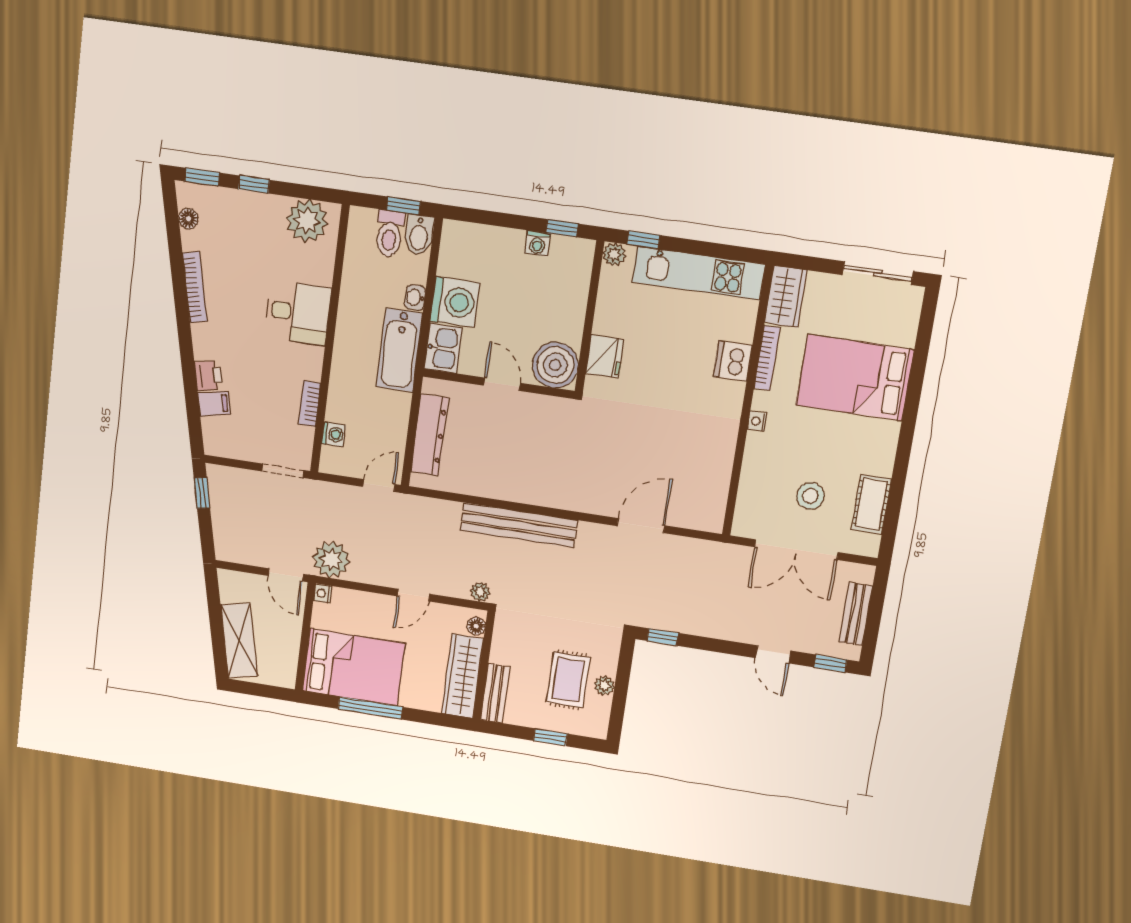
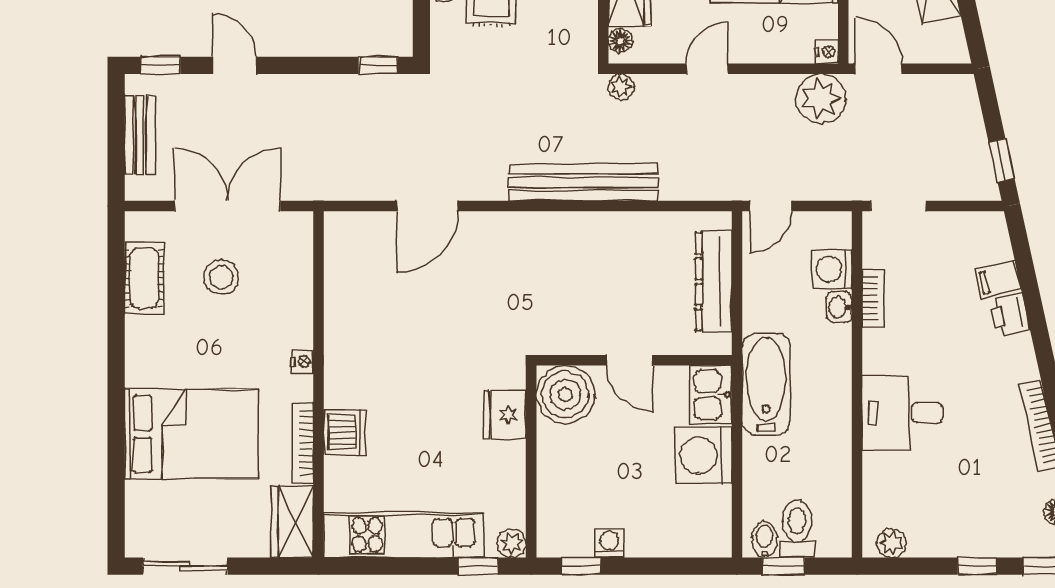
plant: (307, 221) -> (892, 543), width x0.53, depth x0.53
bidet: (419, 235) -> (765, 539), width x0.72, depth x0.74
washbasin: (415, 298) -> (839, 307), moved, turned 180
washing machine: (334, 434) -> (832, 269), width x1.38, depth x1.38

